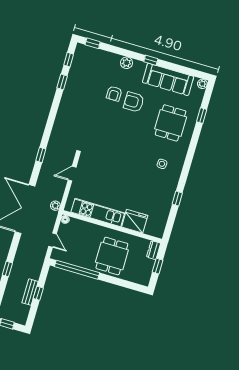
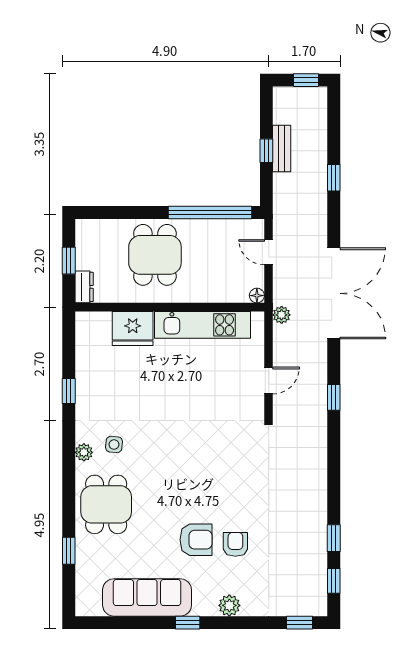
plant: (202, 84) -> (84, 452), moved
dining table: (171, 123) -> (106, 504), moved

